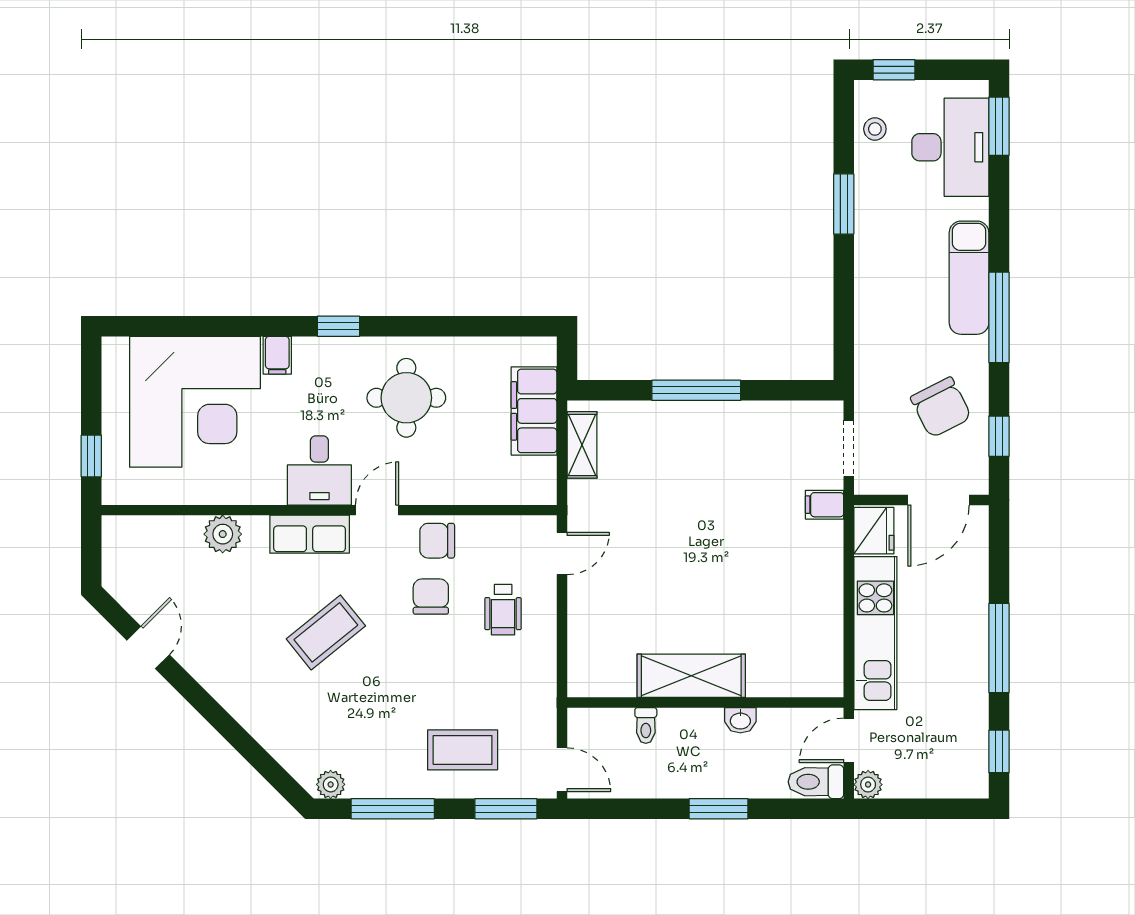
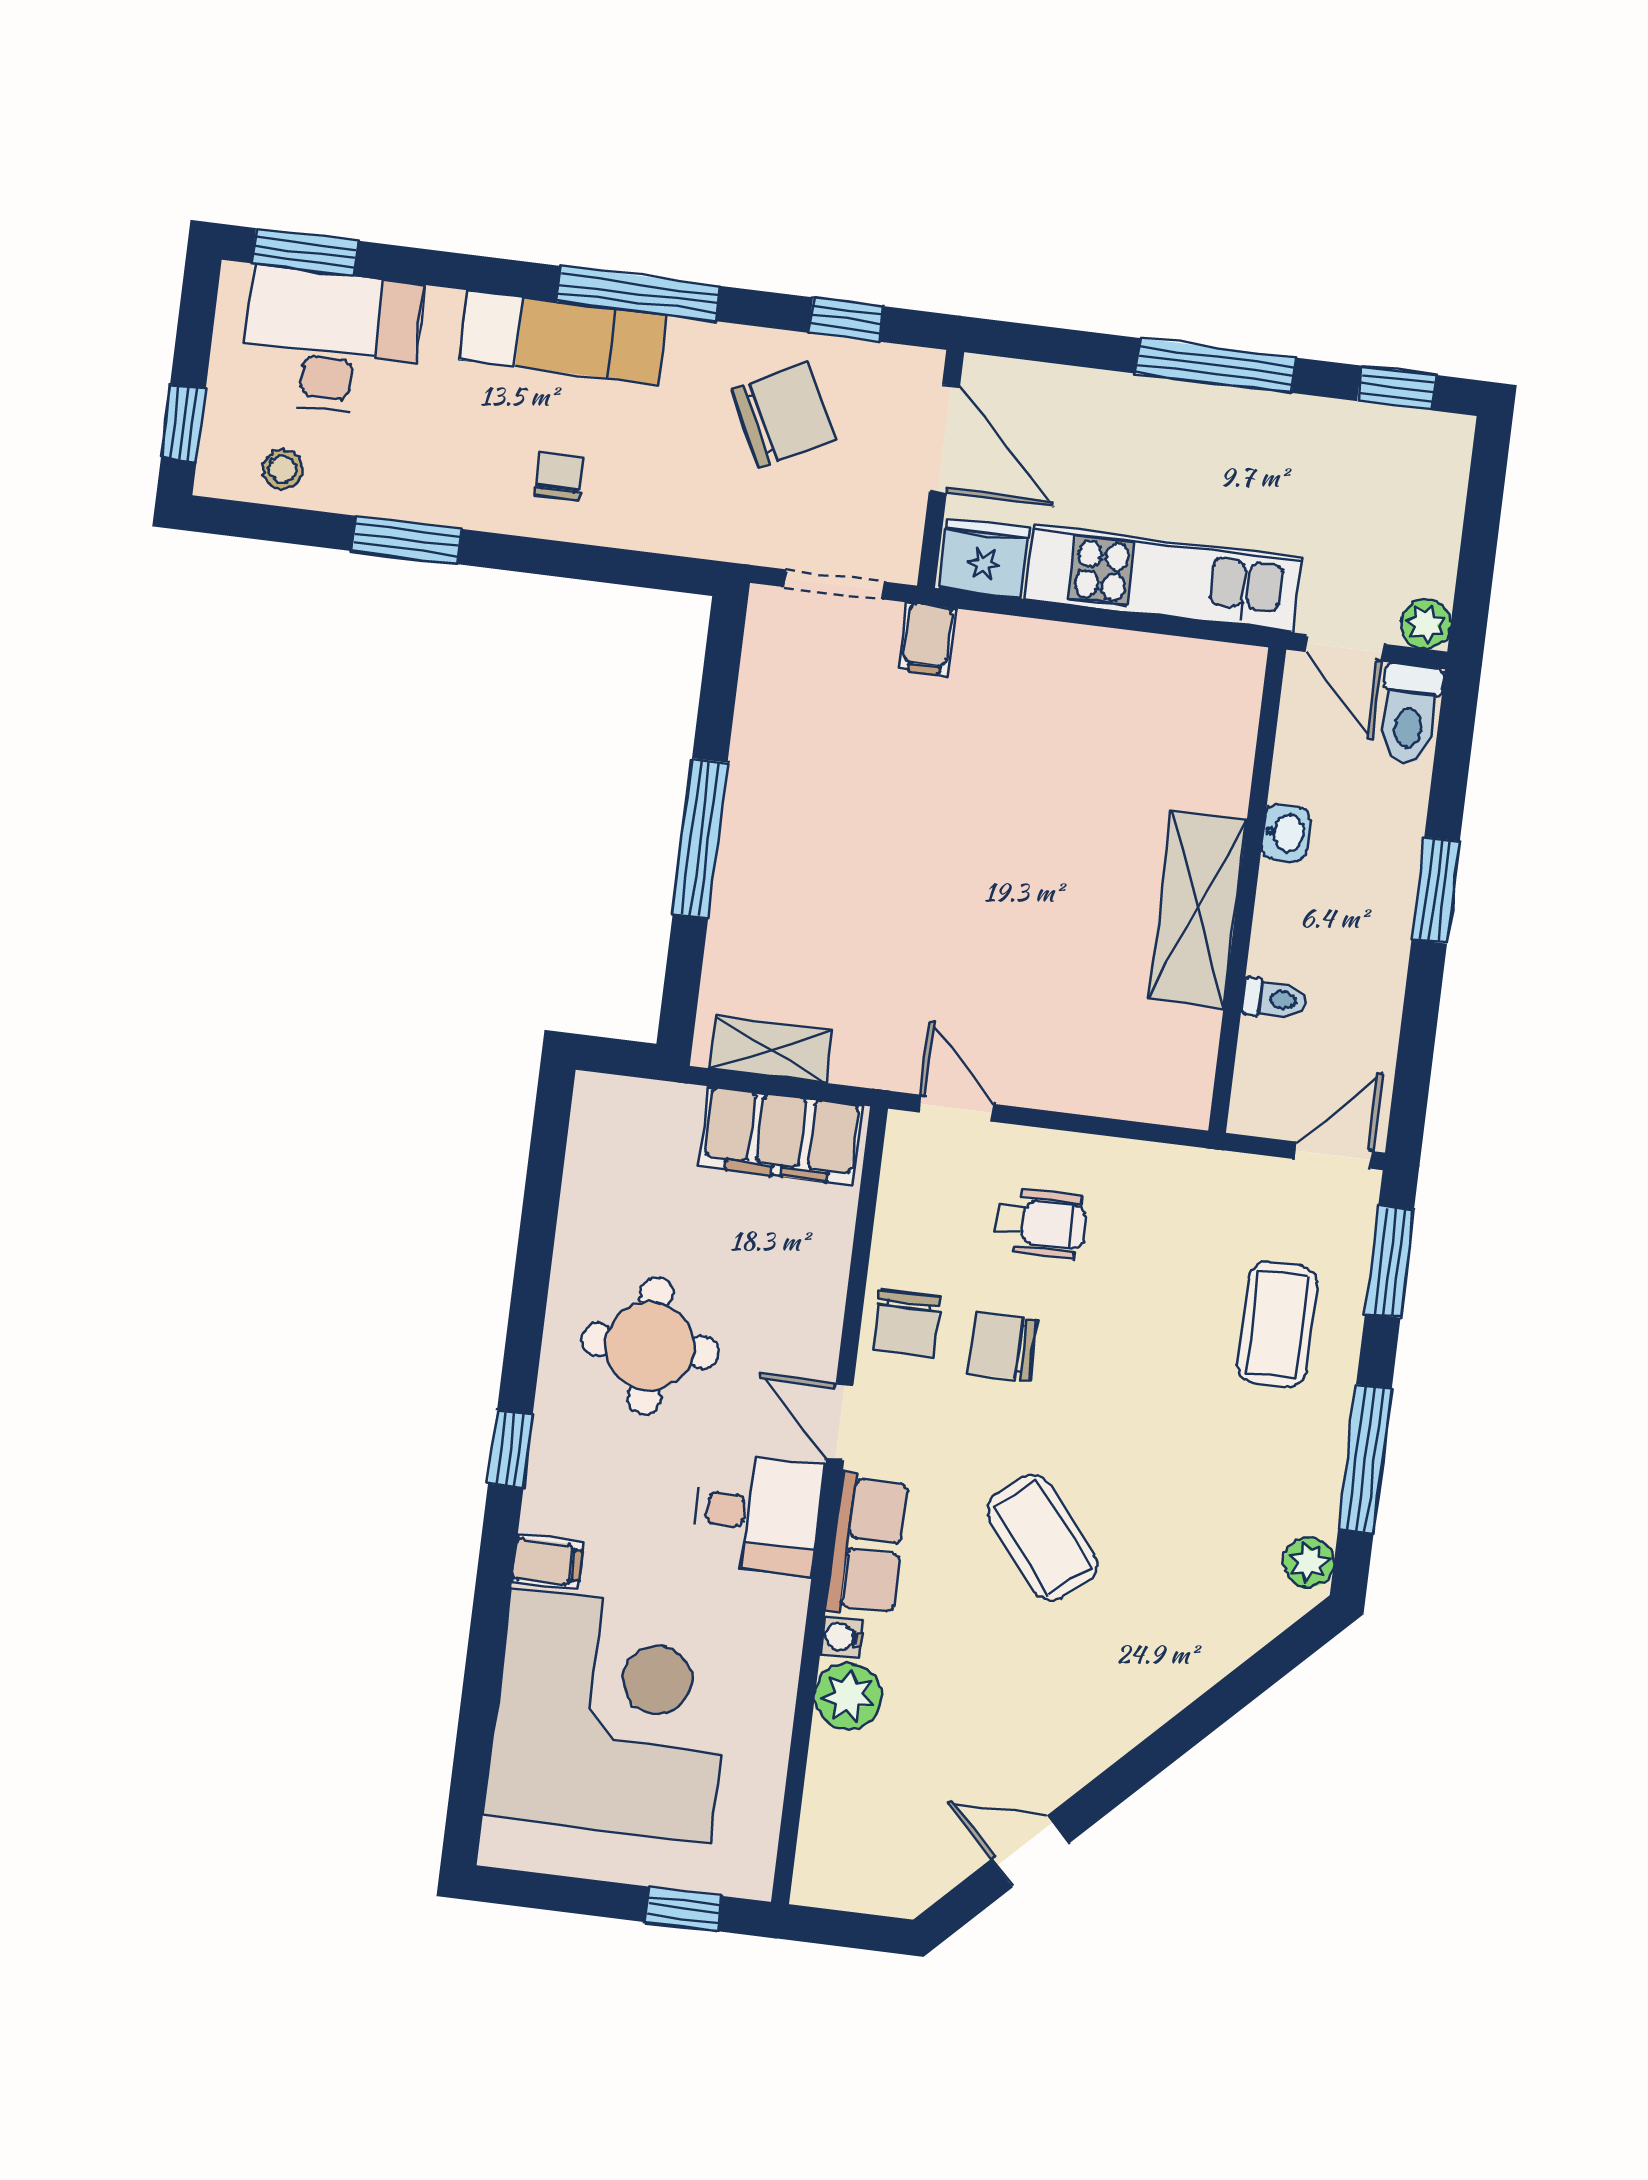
chair: (891, 286) -> (560, 476), added
filing cabinet: (534, 411) -> (781, 1136), moved
water cooler: (256, 527) -> (842, 1637), added

